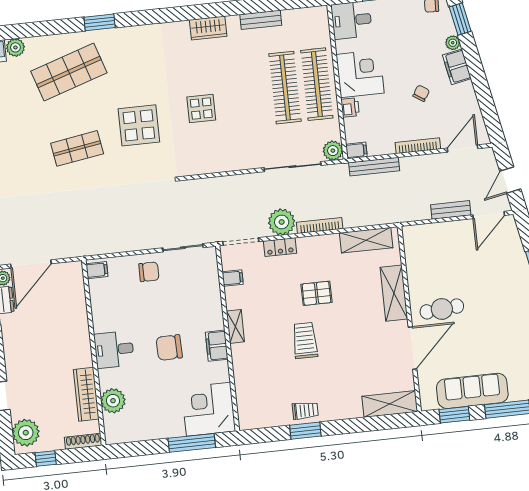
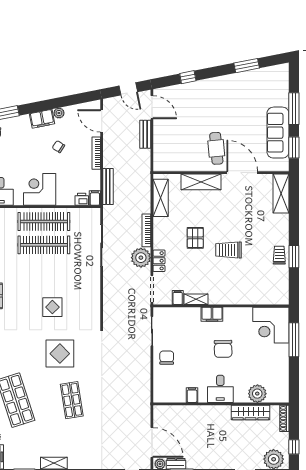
plant: (453, 43) -> (59, 113), moved
printer: (350, 107) -> (82, 199), moved
plant: (333, 151) -> (93, 215), removed
filing cabinet: (97, 270) -> (192, 395), moved
shelving: (235, 326) -> (196, 299), moved
filing cabinet: (217, 346) -> (212, 314), moved

